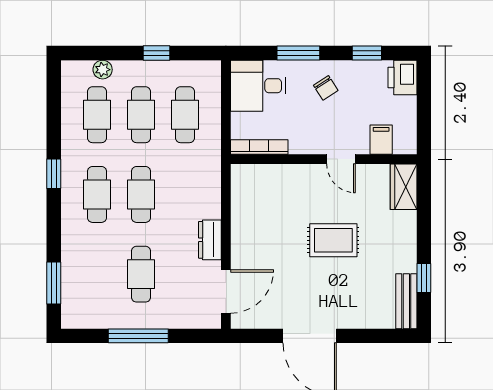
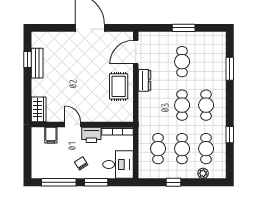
window: (367, 53) -> (59, 182), width x2.17
printer: (402, 77) -> (91, 135), moved, turned 90
window: (54, 174) -> (230, 135), moved
rug: (333, 240) -> (119, 86), moved, turned 90
window: (54, 283) -> (230, 69), moved
bench: (406, 301) -> (37, 63), moved
window: (138, 336) -> (184, 28), width x0.69

